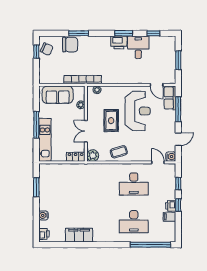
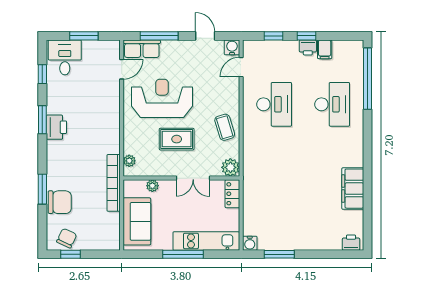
chair: (70, 45) -> (60, 202), turned 90
desk: (138, 47) -> (65, 57), moved, turned 90
water cooler: (43, 215) -> (250, 243), moved

